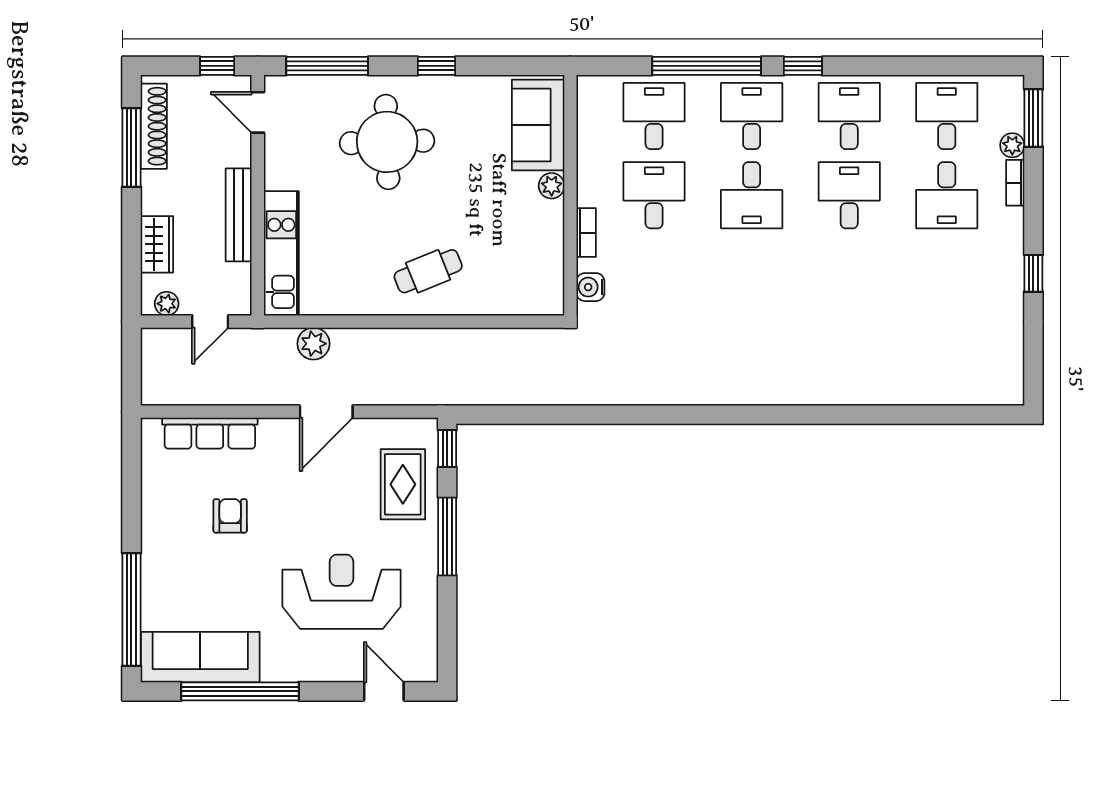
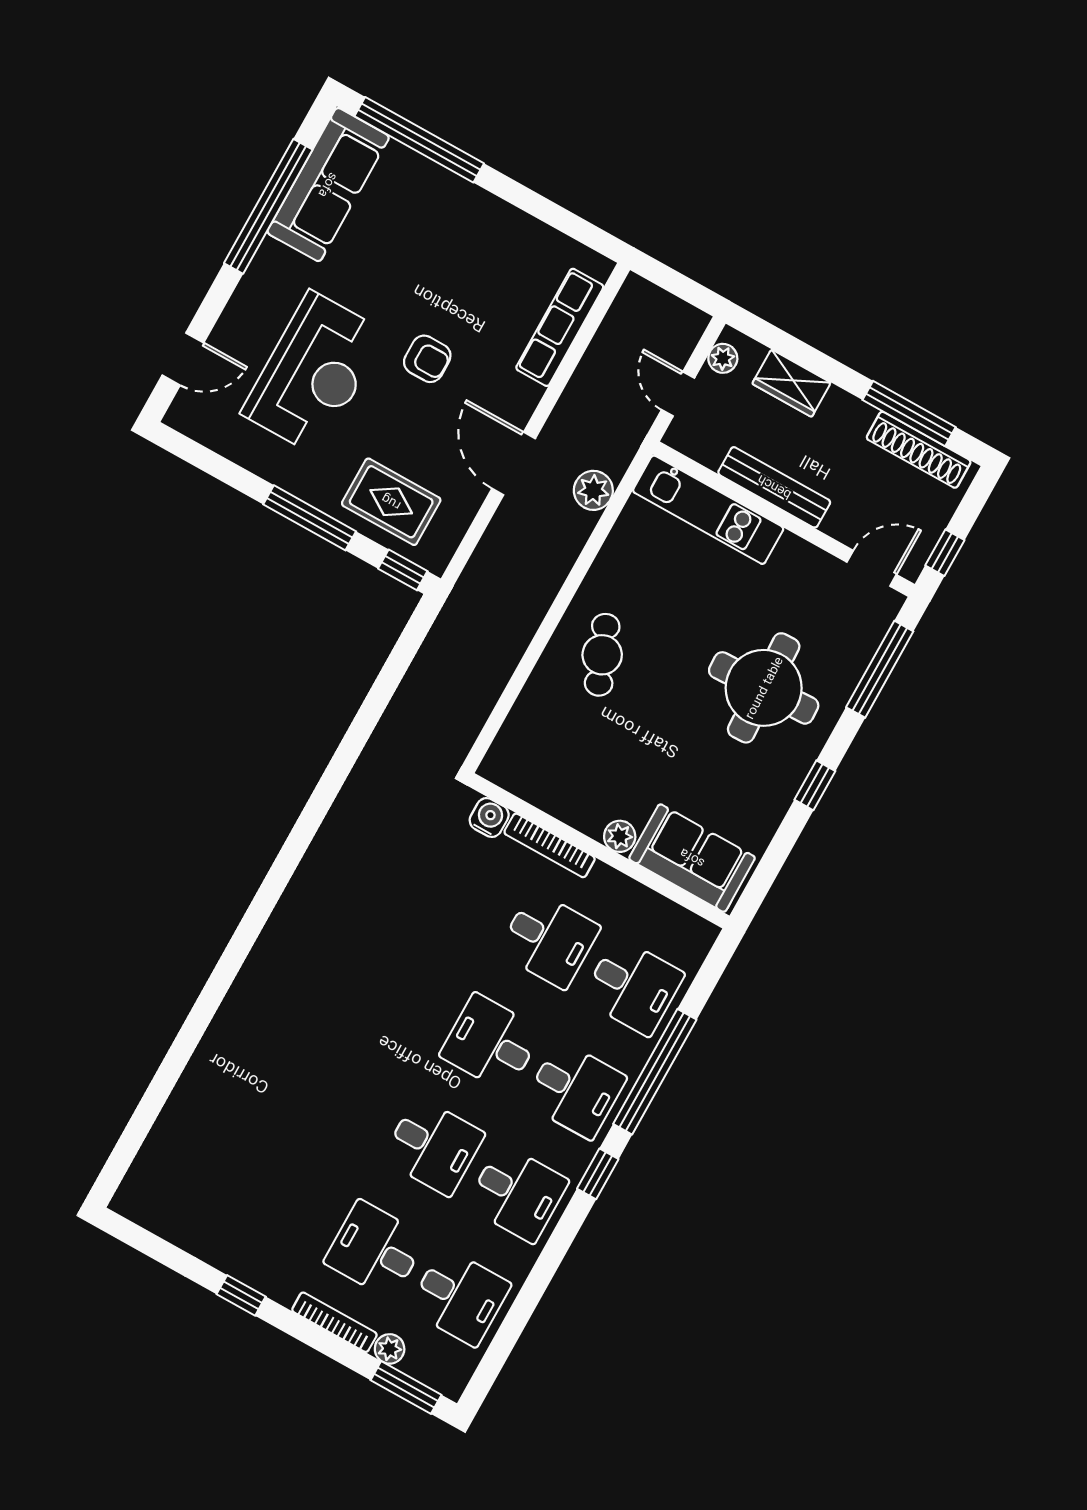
bookcase: (1015, 183) -> (334, 1322), width x1.56
bookcase: (586, 233) -> (550, 845), width x1.56
armchair: (230, 516) -> (427, 359), moved

